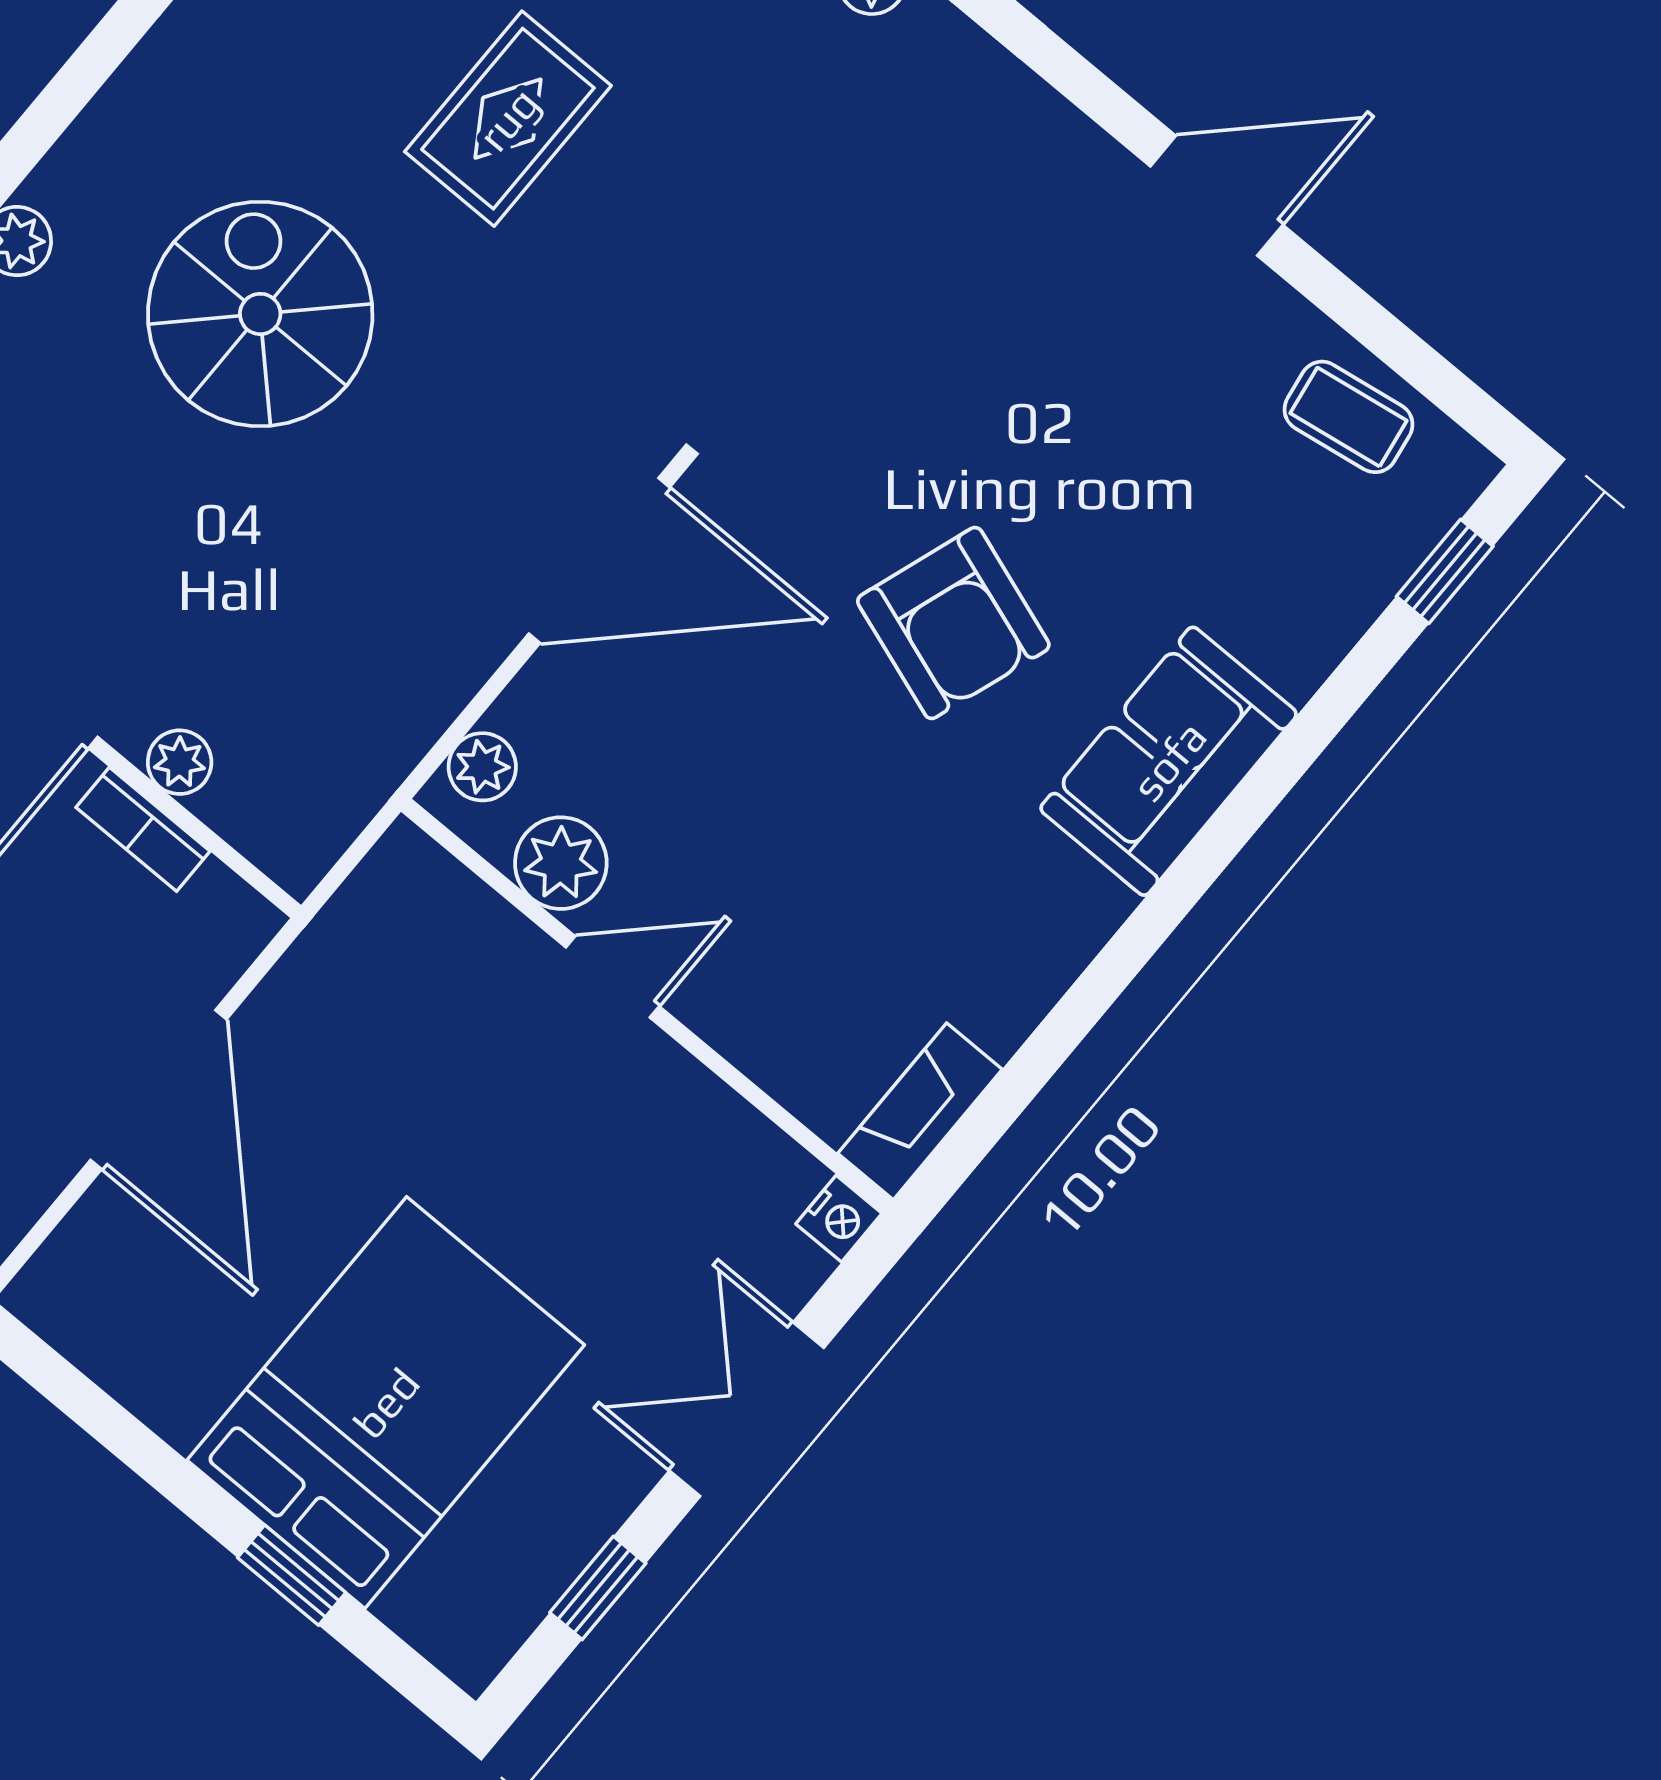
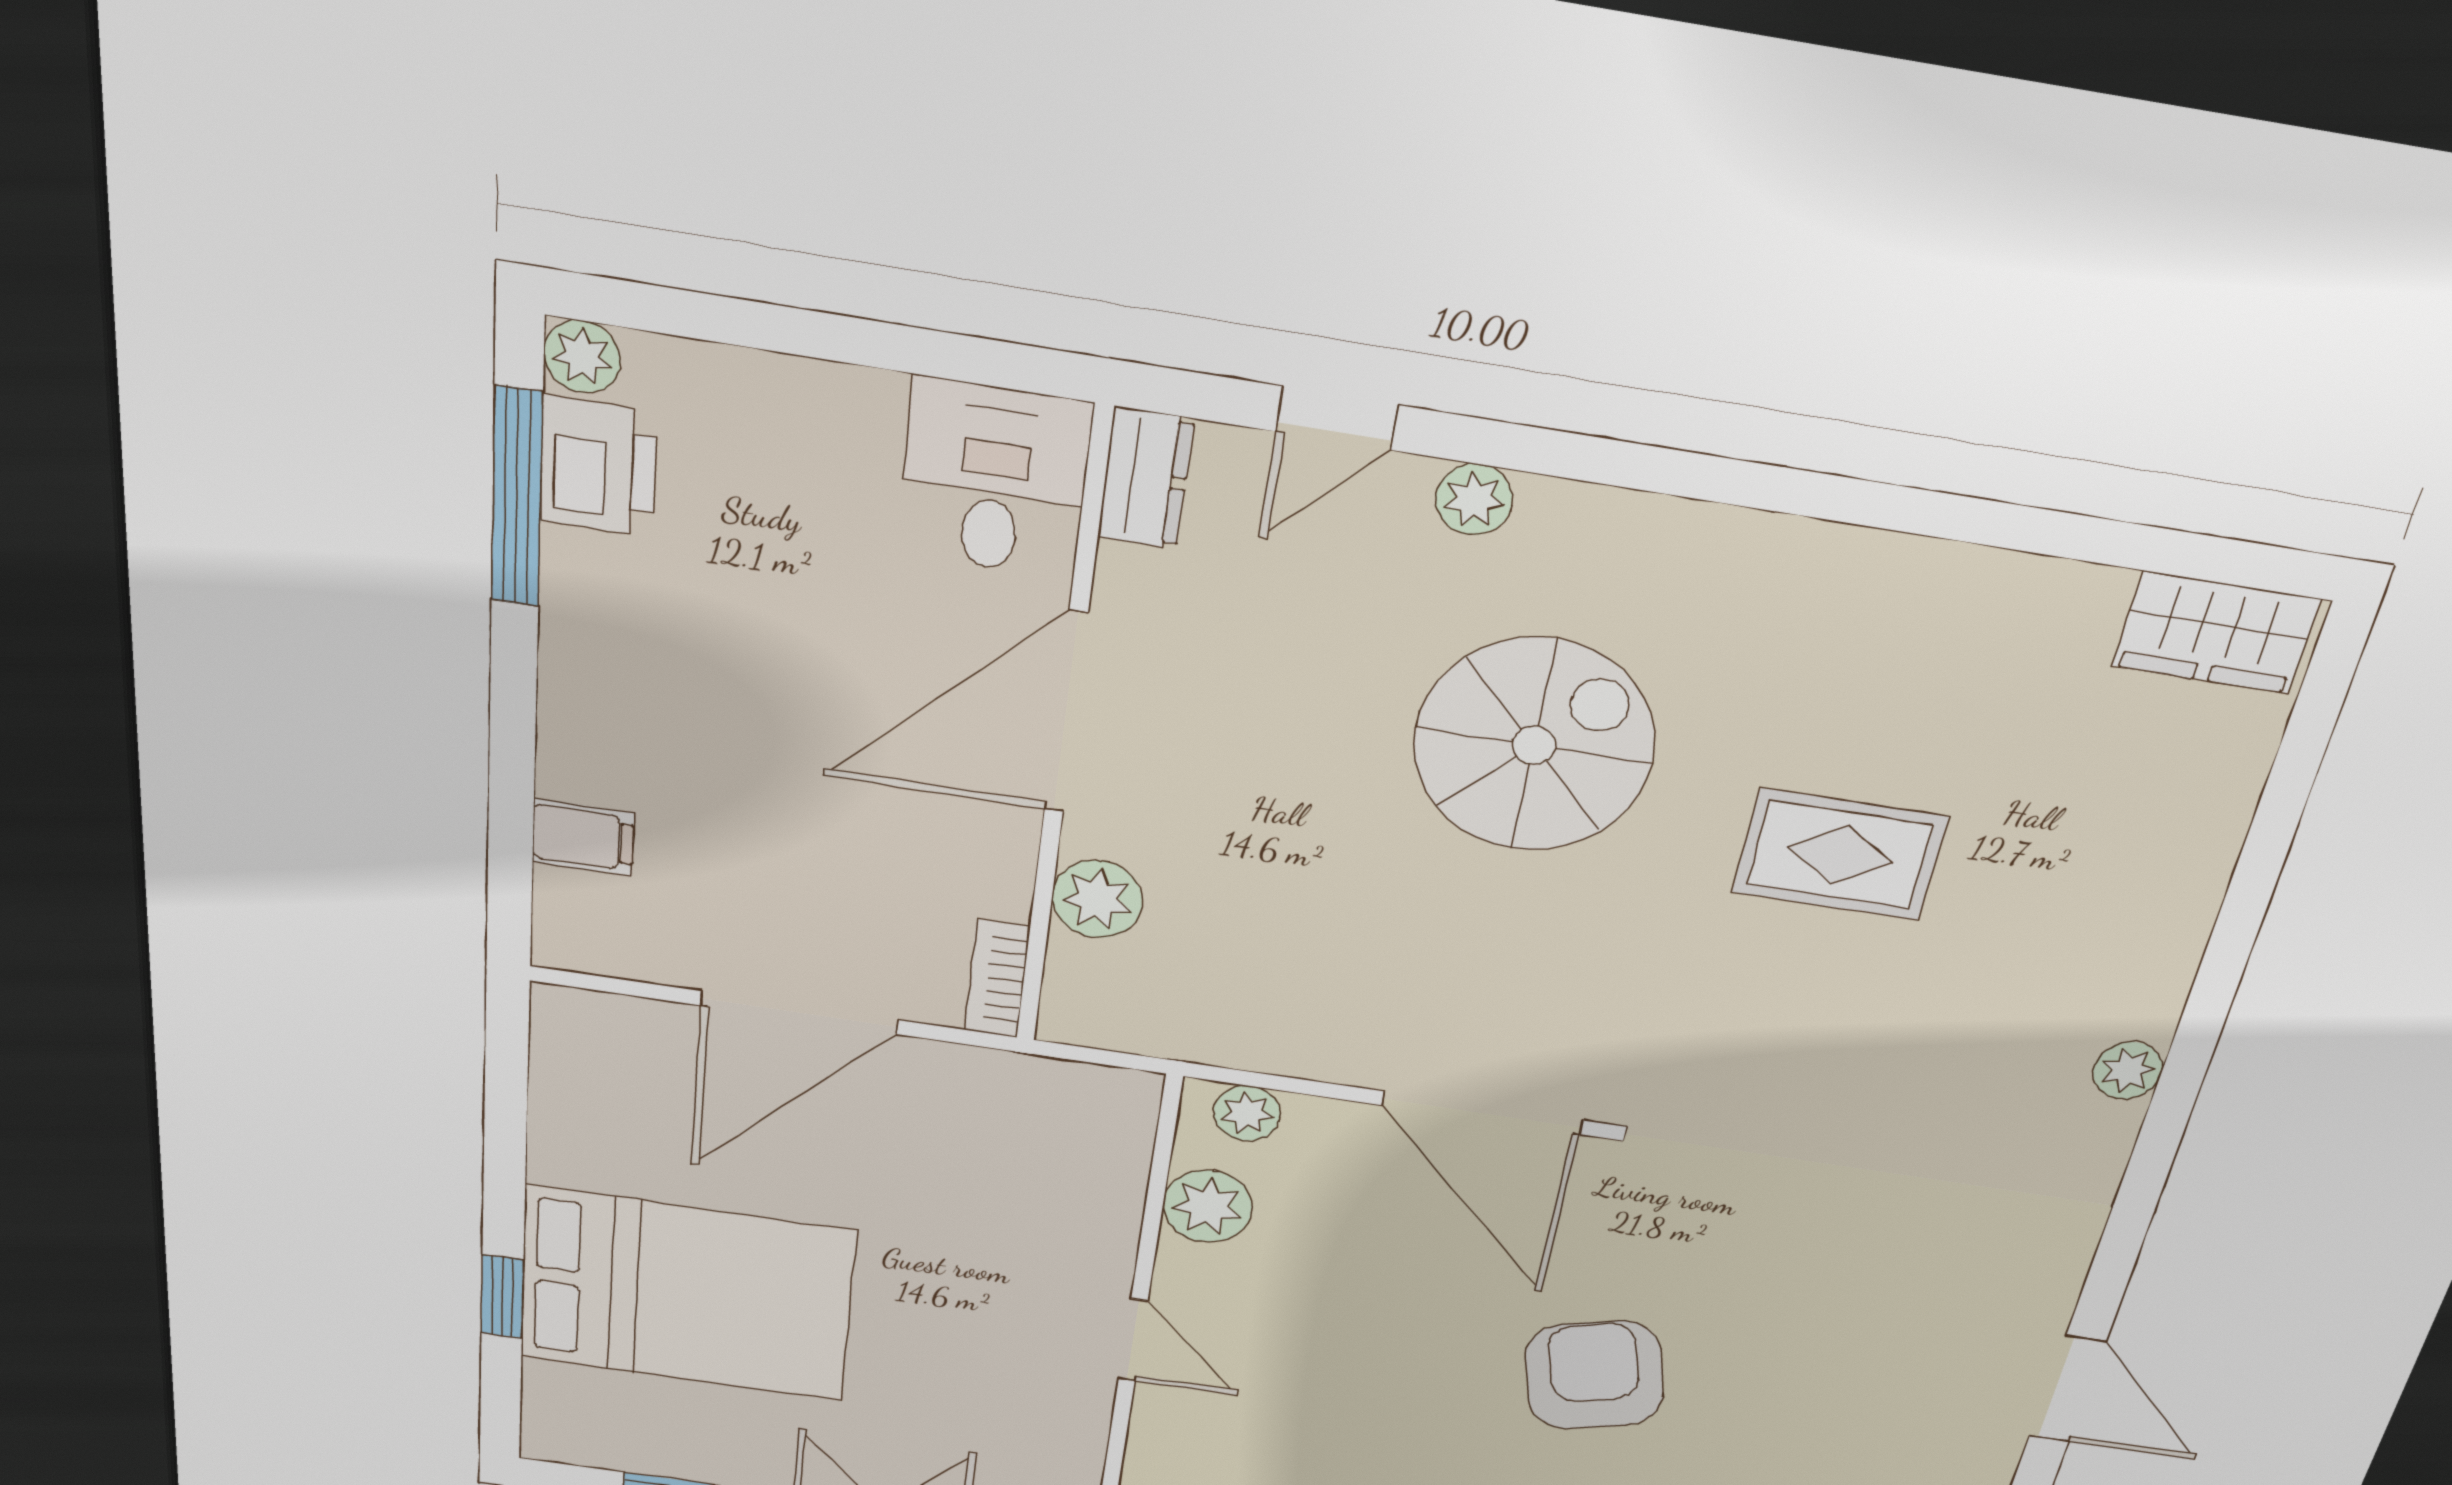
armchair: (953, 623) -> (1594, 1375), turned 146
plant: (180, 762) -> (1097, 899), width x1.38, depth x1.38
bookcase: (143, 829) -> (997, 979), moved
door: (613, 977) -> (1133, 1340), moved

